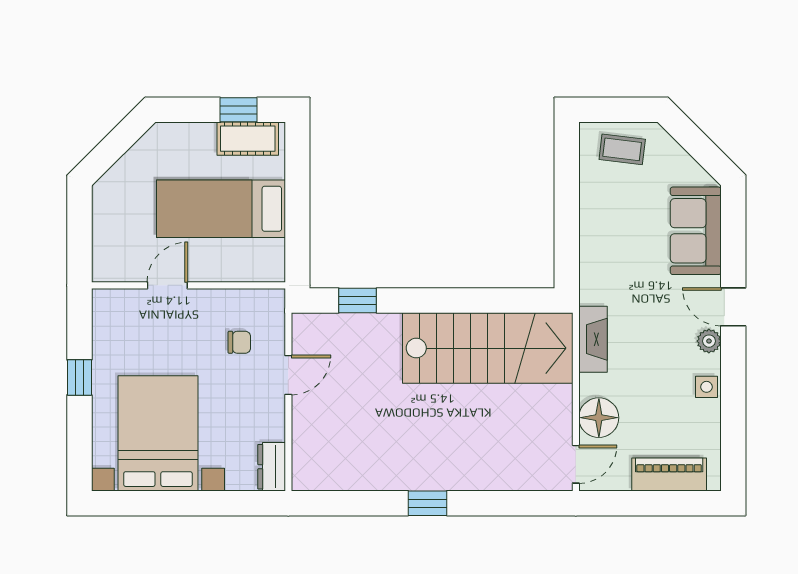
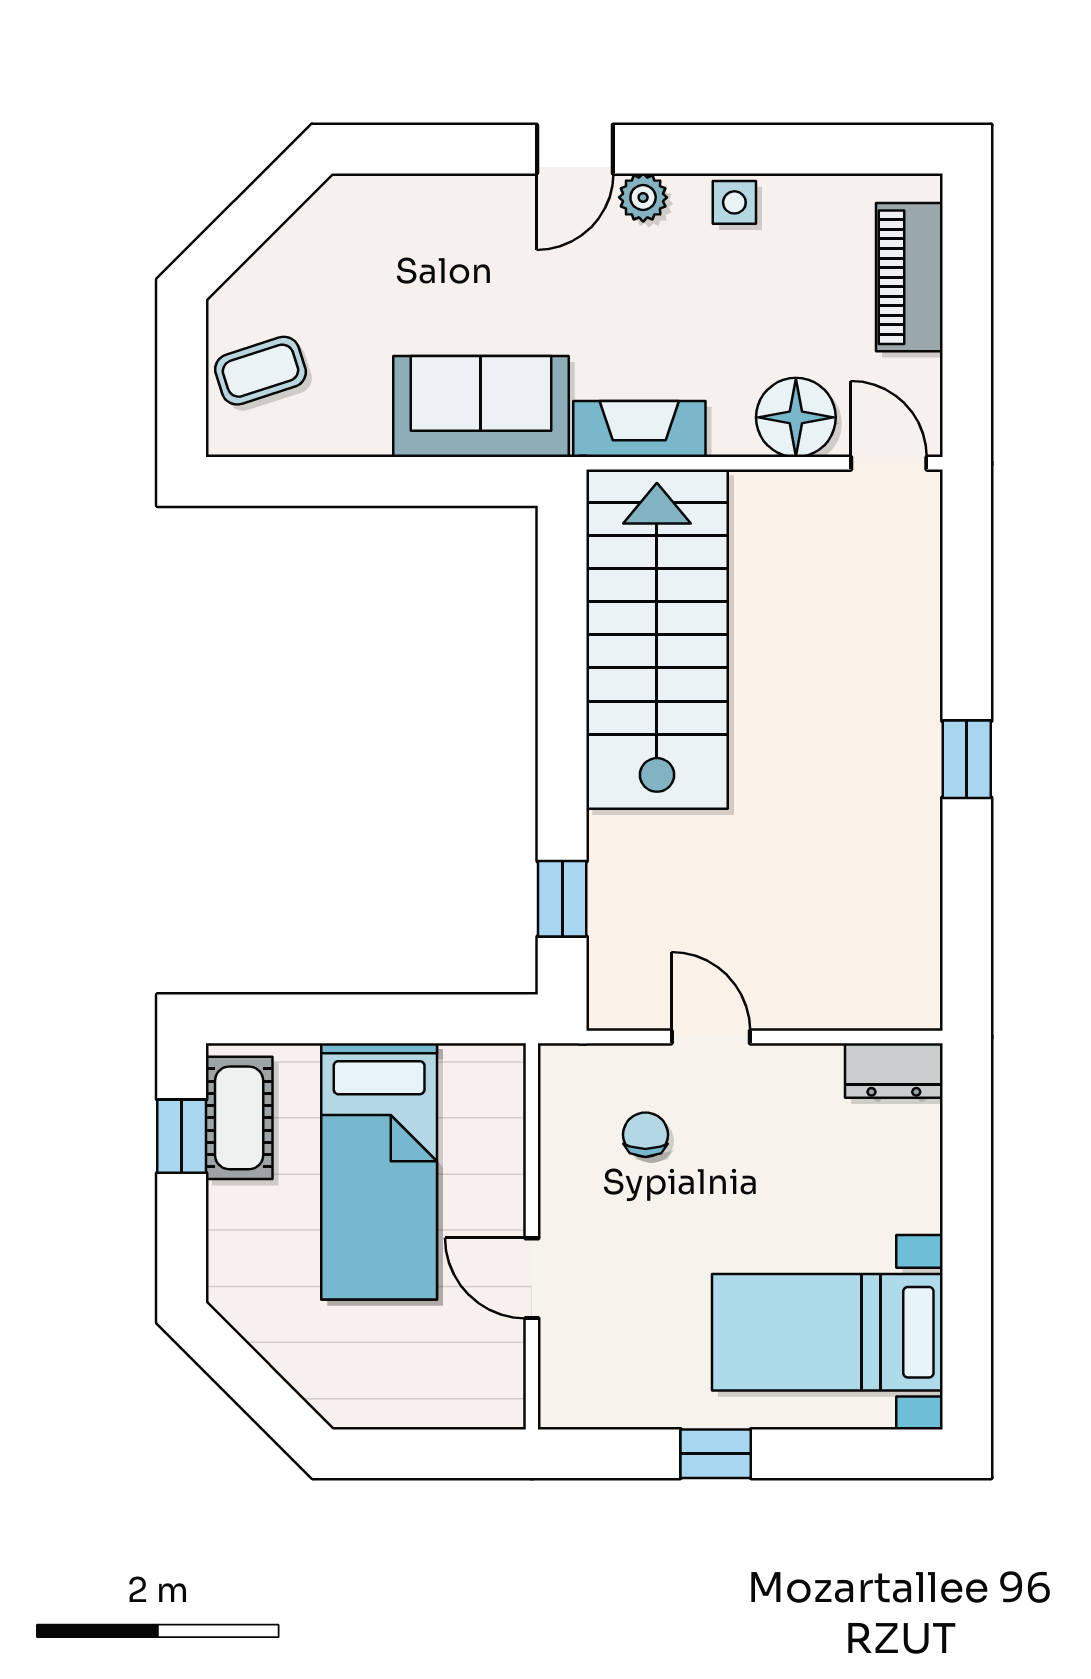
coffee table: (622, 149) -> (260, 371), turned 65
sofa: (696, 231) -> (481, 407), moved, turned 180
bed with nightstands: (158, 433) -> (827, 1332), width x0.73

